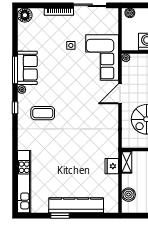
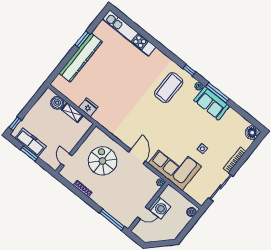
coffee table: (43, 113) -> (169, 88), width x1.36, depth x1.32
shelving: (127, 162) -> (72, 113), moved

